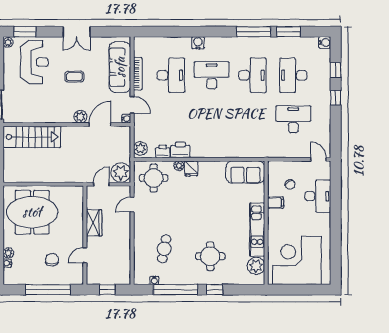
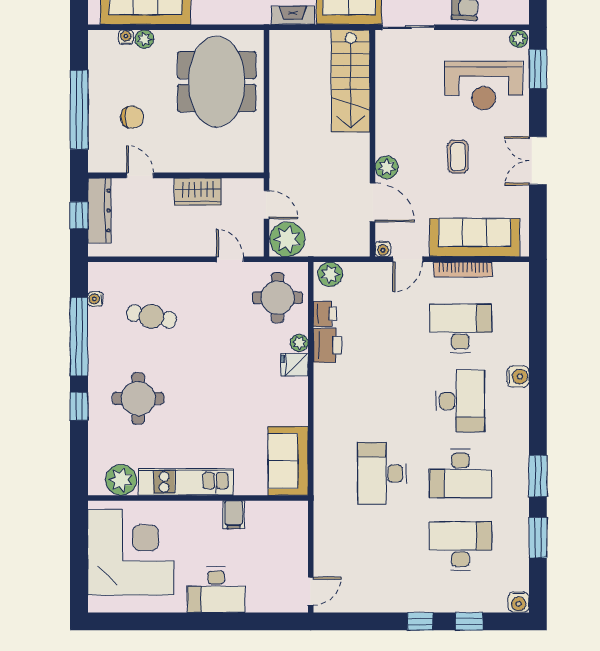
window: (254, 32) -> (538, 476), width x0.69
desk: (171, 75) -> (460, 328), turned 180
desk: (293, 119) -> (382, 474), moved, turned 180
chair: (290, 184) -> (266, 540), removed
desk: (318, 196) -> (216, 590), moved
dresser: (105, 278) -> (99, 211), added

